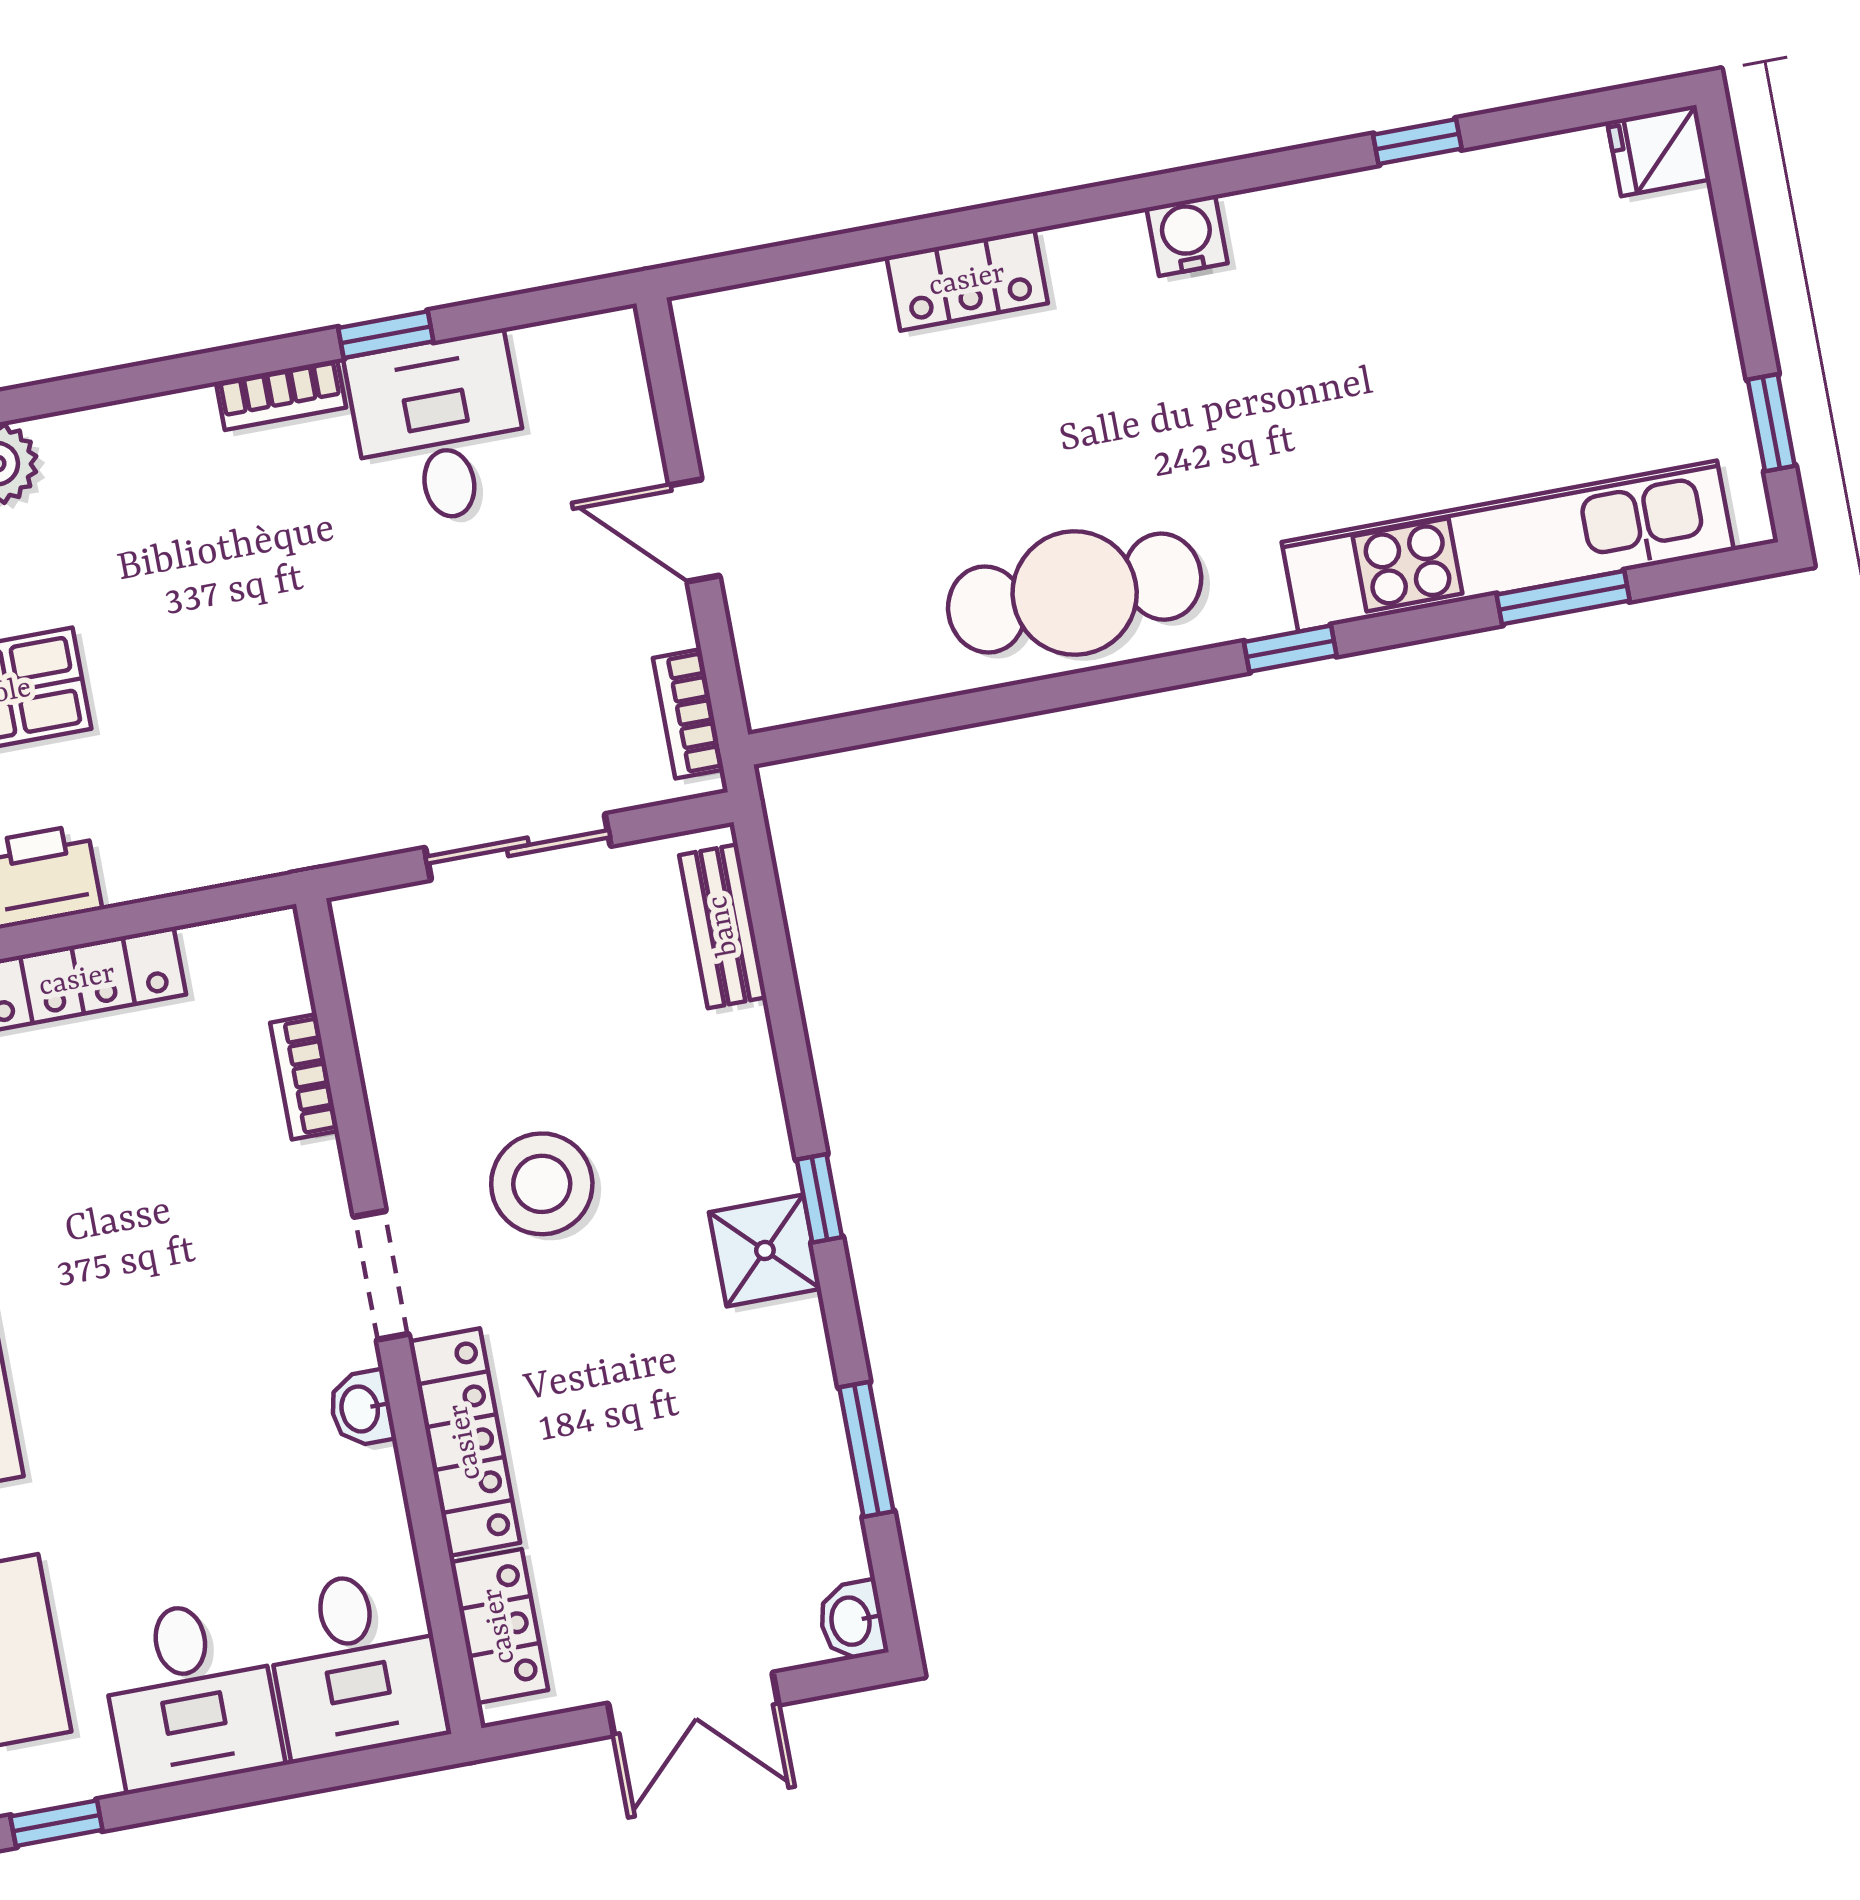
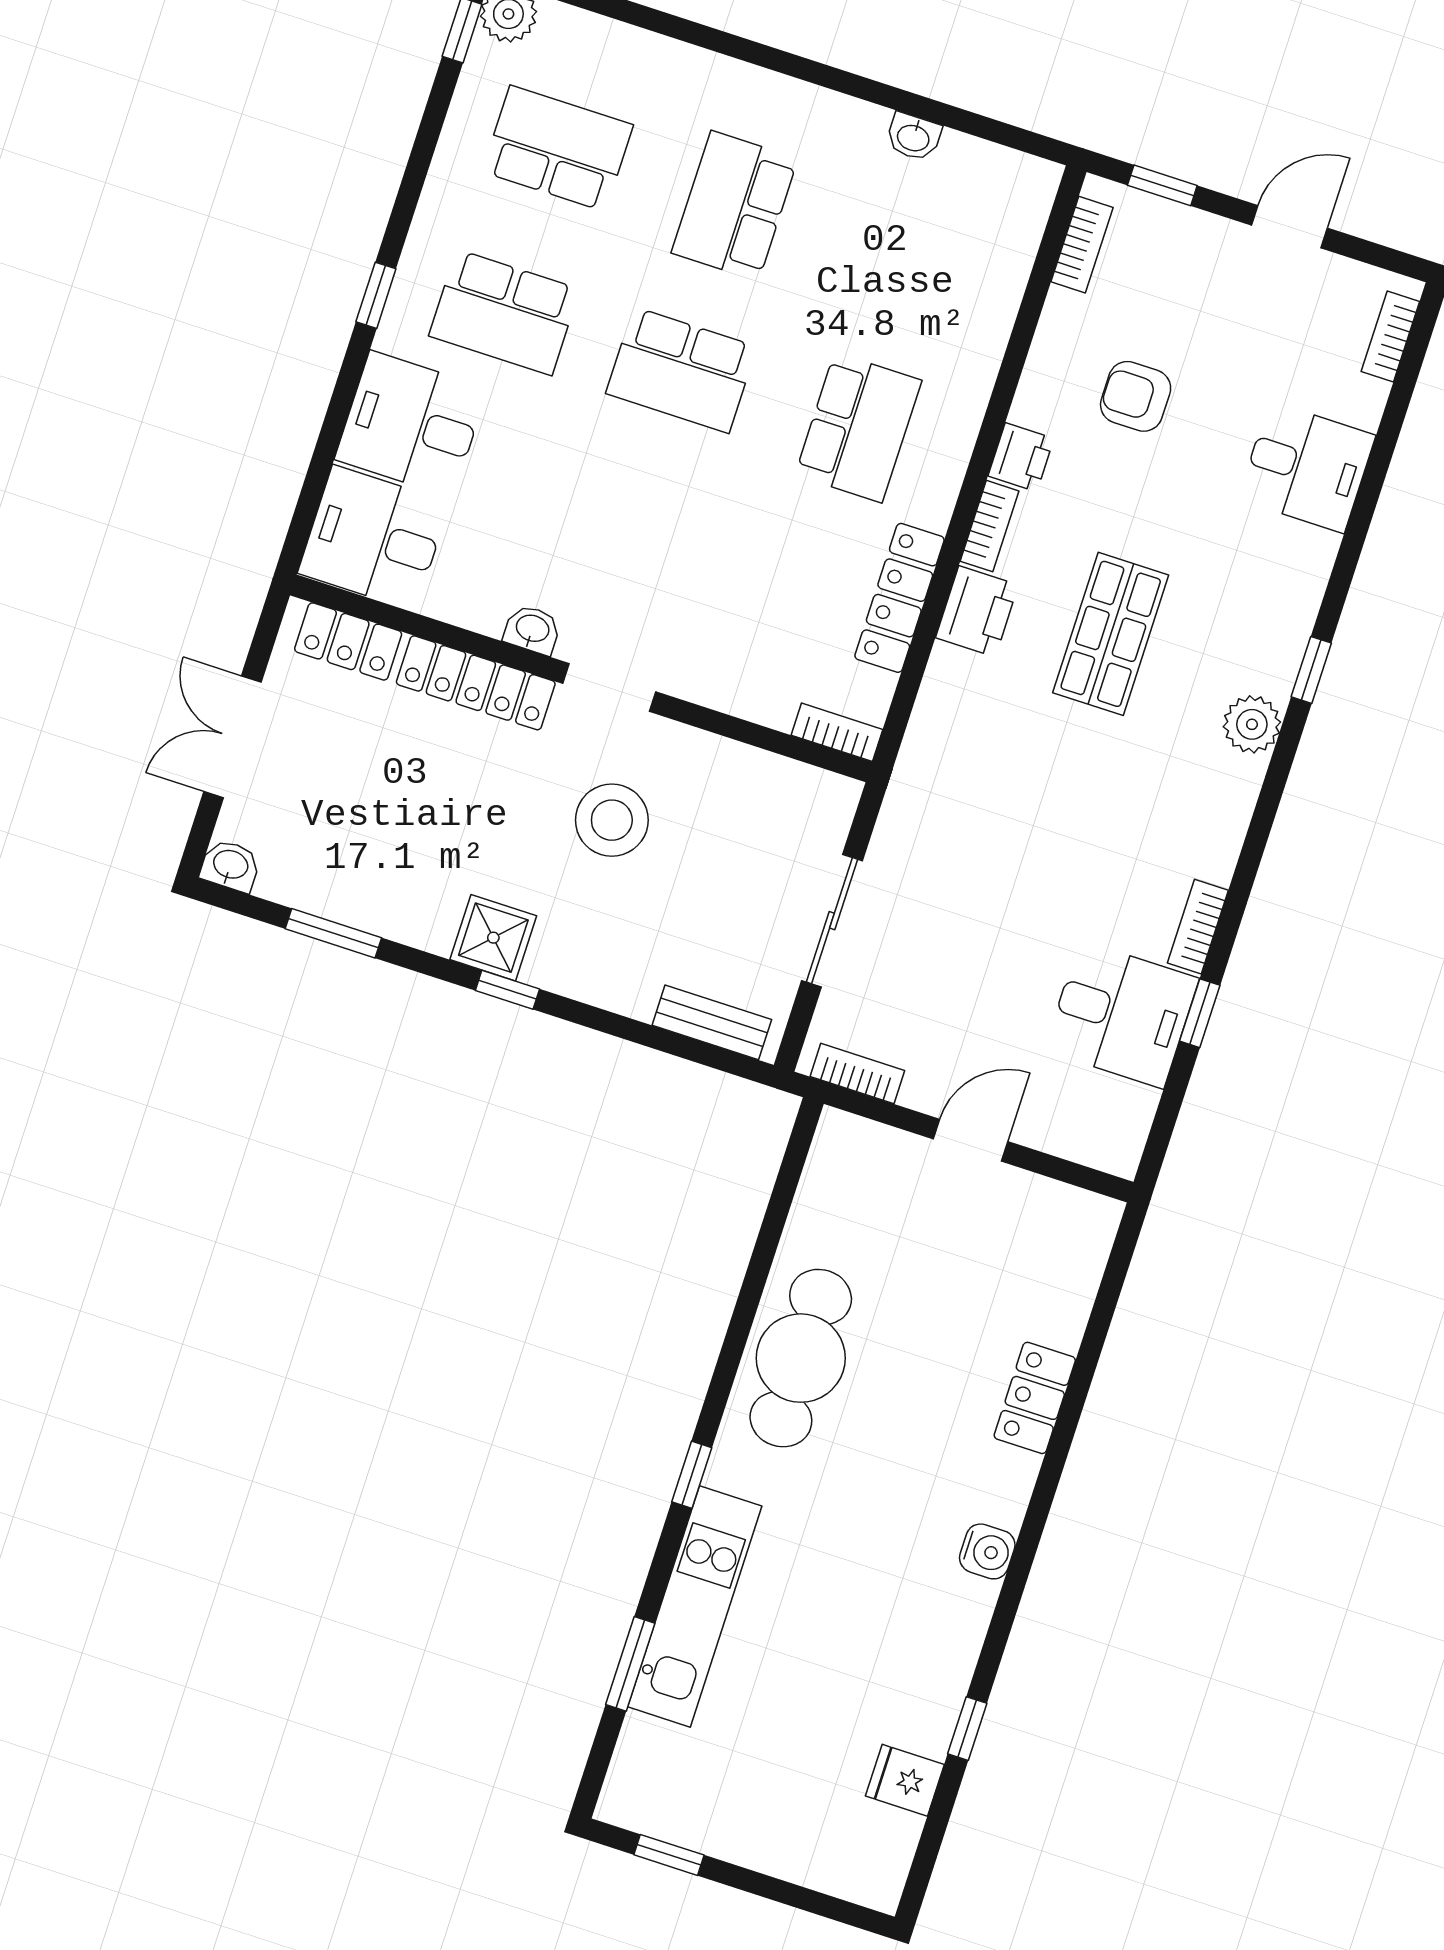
fridge: (1659, 151) -> (905, 1780), moved, turned -90
kitchen unit: (1508, 546) -> (695, 1606), width x0.73
bookcase: (304, 1077) -> (837, 732), moved

